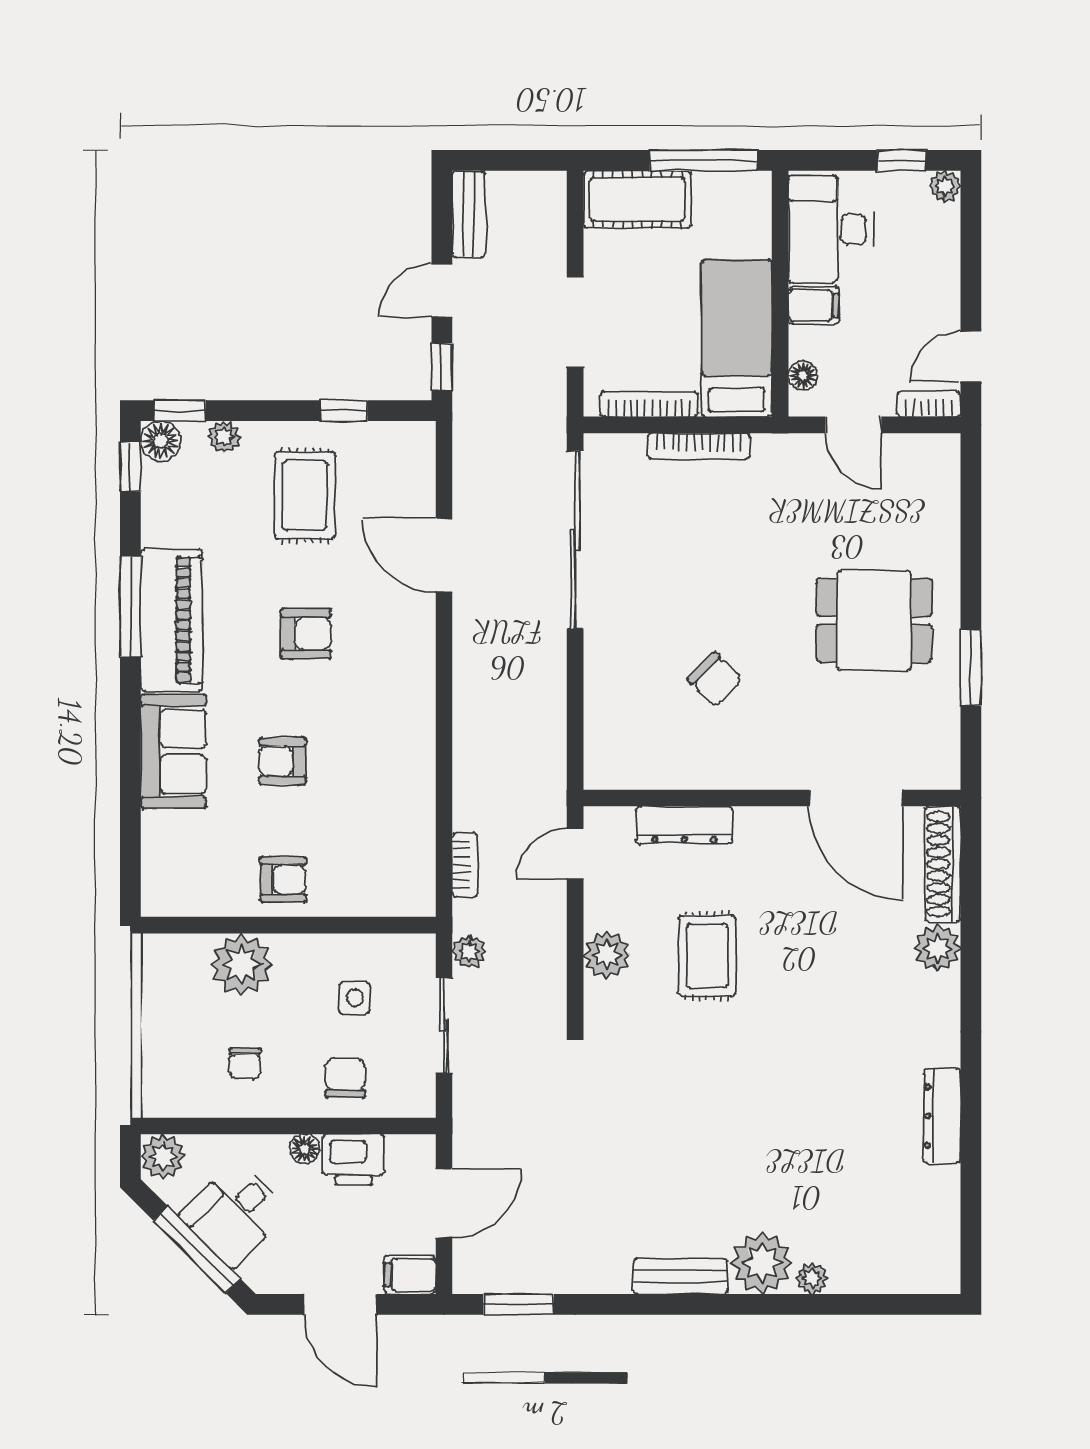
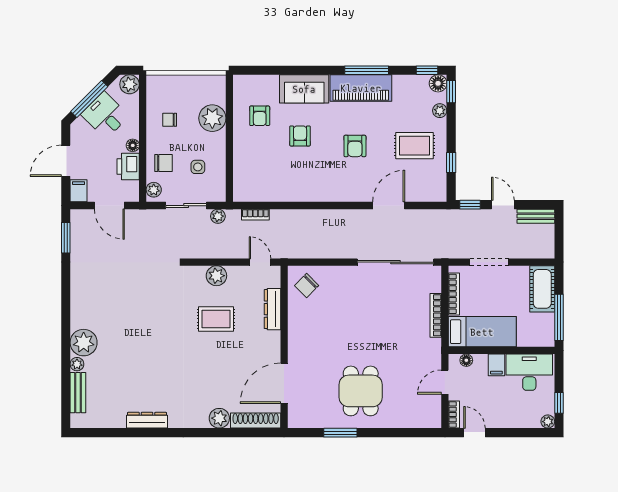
chair: (715, 679) -> (307, 286), moved
armchair: (283, 879) -> (260, 116), moved
plant: (407, 1100) -> (154, 190), added
bench: (681, 1276) -> (78, 393), moved

